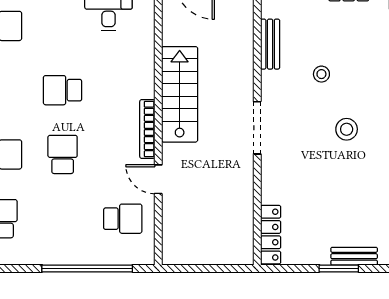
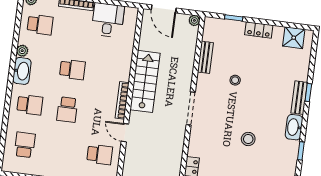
school desk: (63, 90) -> (72, 69), turned 180
stool: (347, 129) -> (248, 139), moved
school desk: (63, 154) -> (67, 110), turned 180

